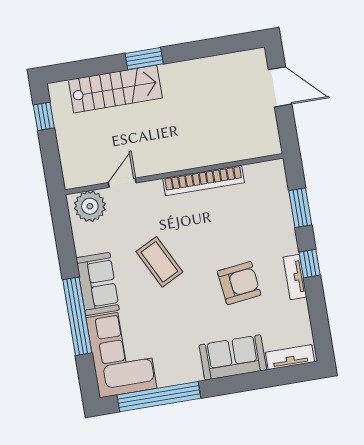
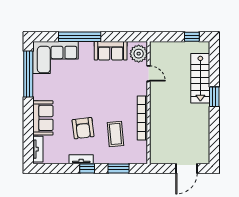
coffee table: (159, 262) -> (115, 134), moved, turned -68
sofa: (98, 284) -> (111, 51), moved

